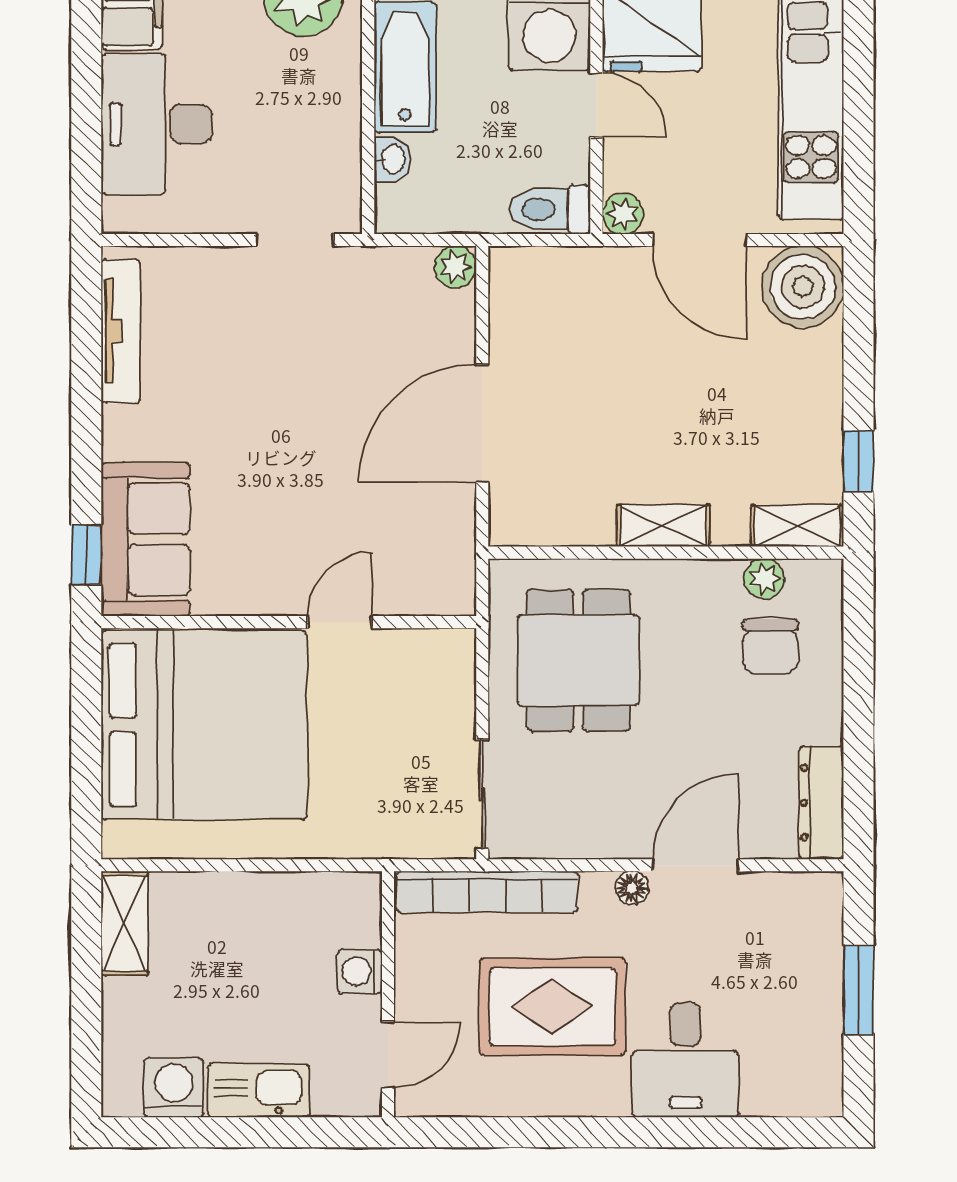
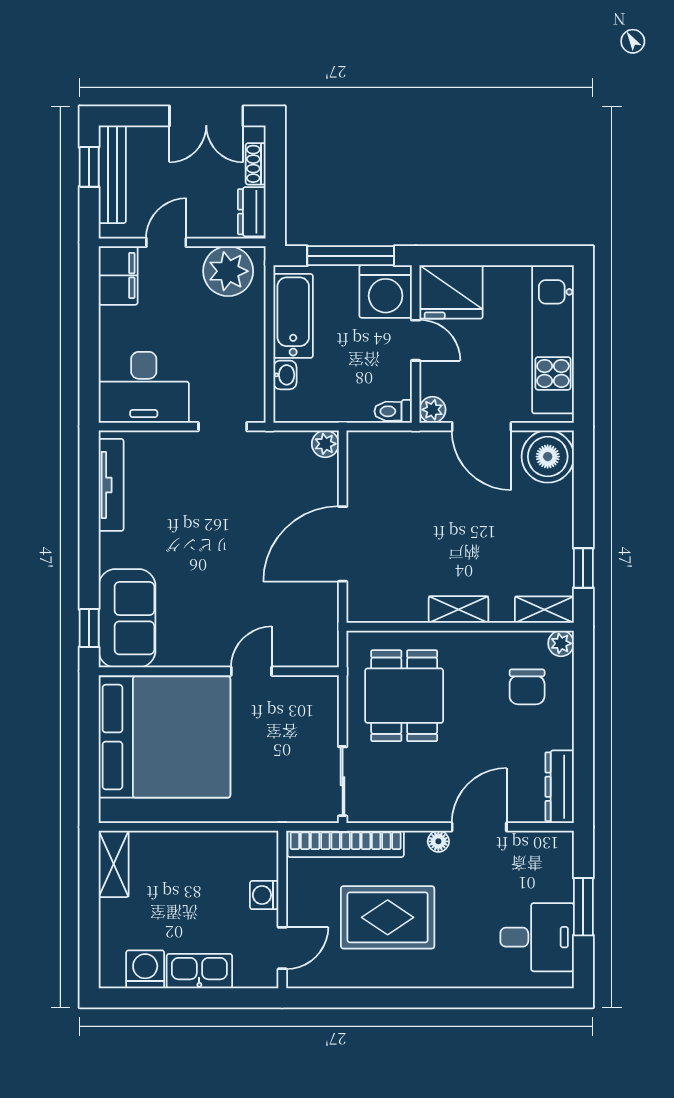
desk: (157, 124) -> (144, 387), moved, turned -90
toilet: (550, 209) -> (393, 411), width x0.73, depth x0.72
plant: (764, 579) -> (561, 643), moved
desk: (685, 1060) -> (537, 937), moved, turned -90

